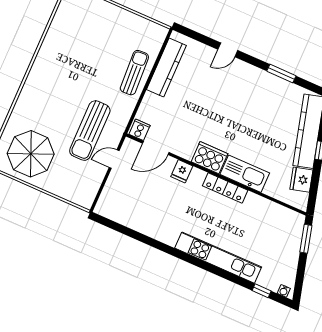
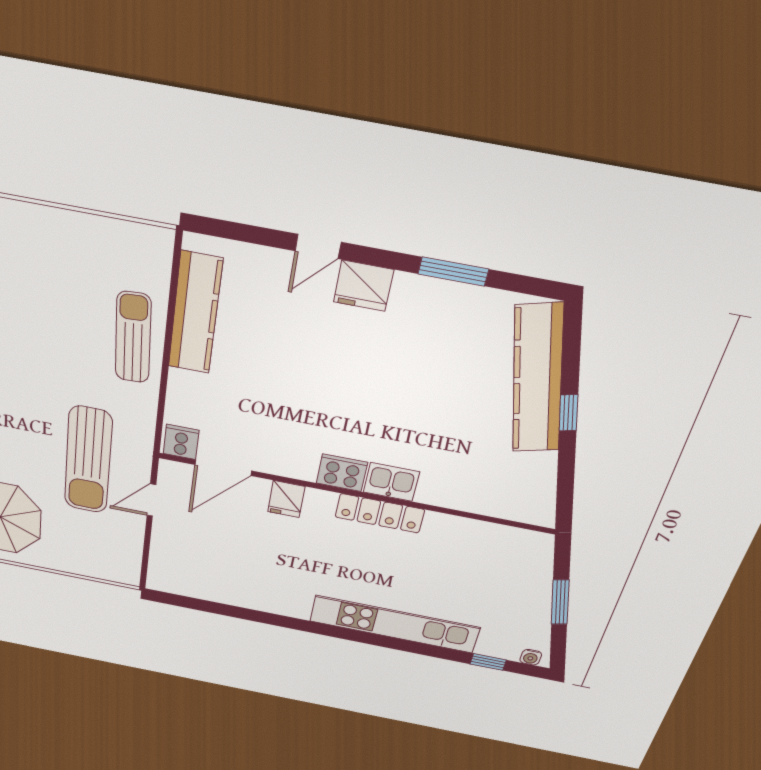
cooker: (209, 158) -> (342, 473), width x0.73, depth x0.76
kitchen sink: (245, 174) -> (391, 482), width x0.53, depth x0.81
fridge: (301, 180) -> (364, 286), moved, turned -75
window: (306, 239) -> (560, 602), moved

